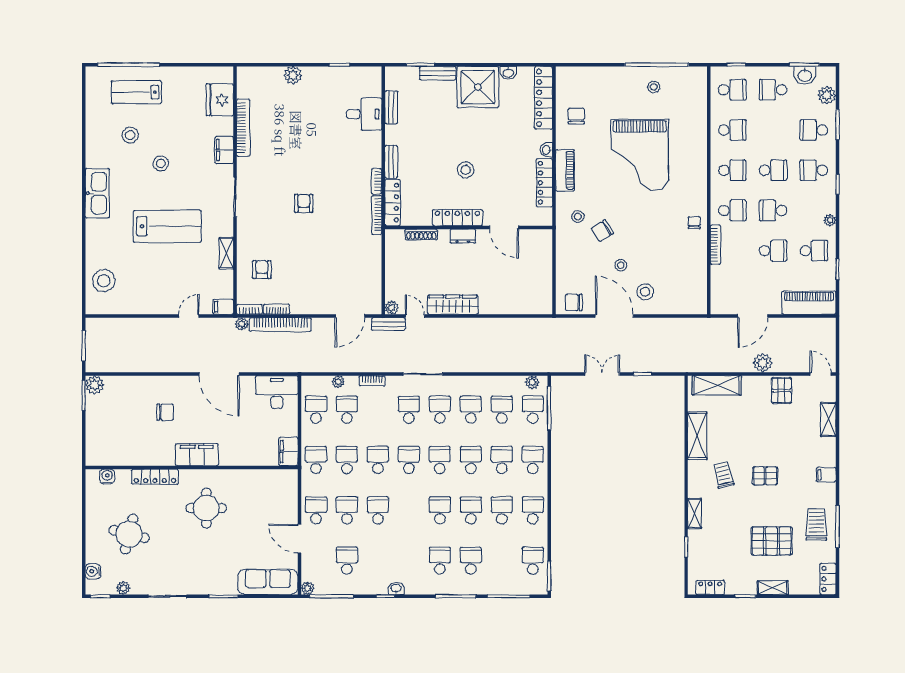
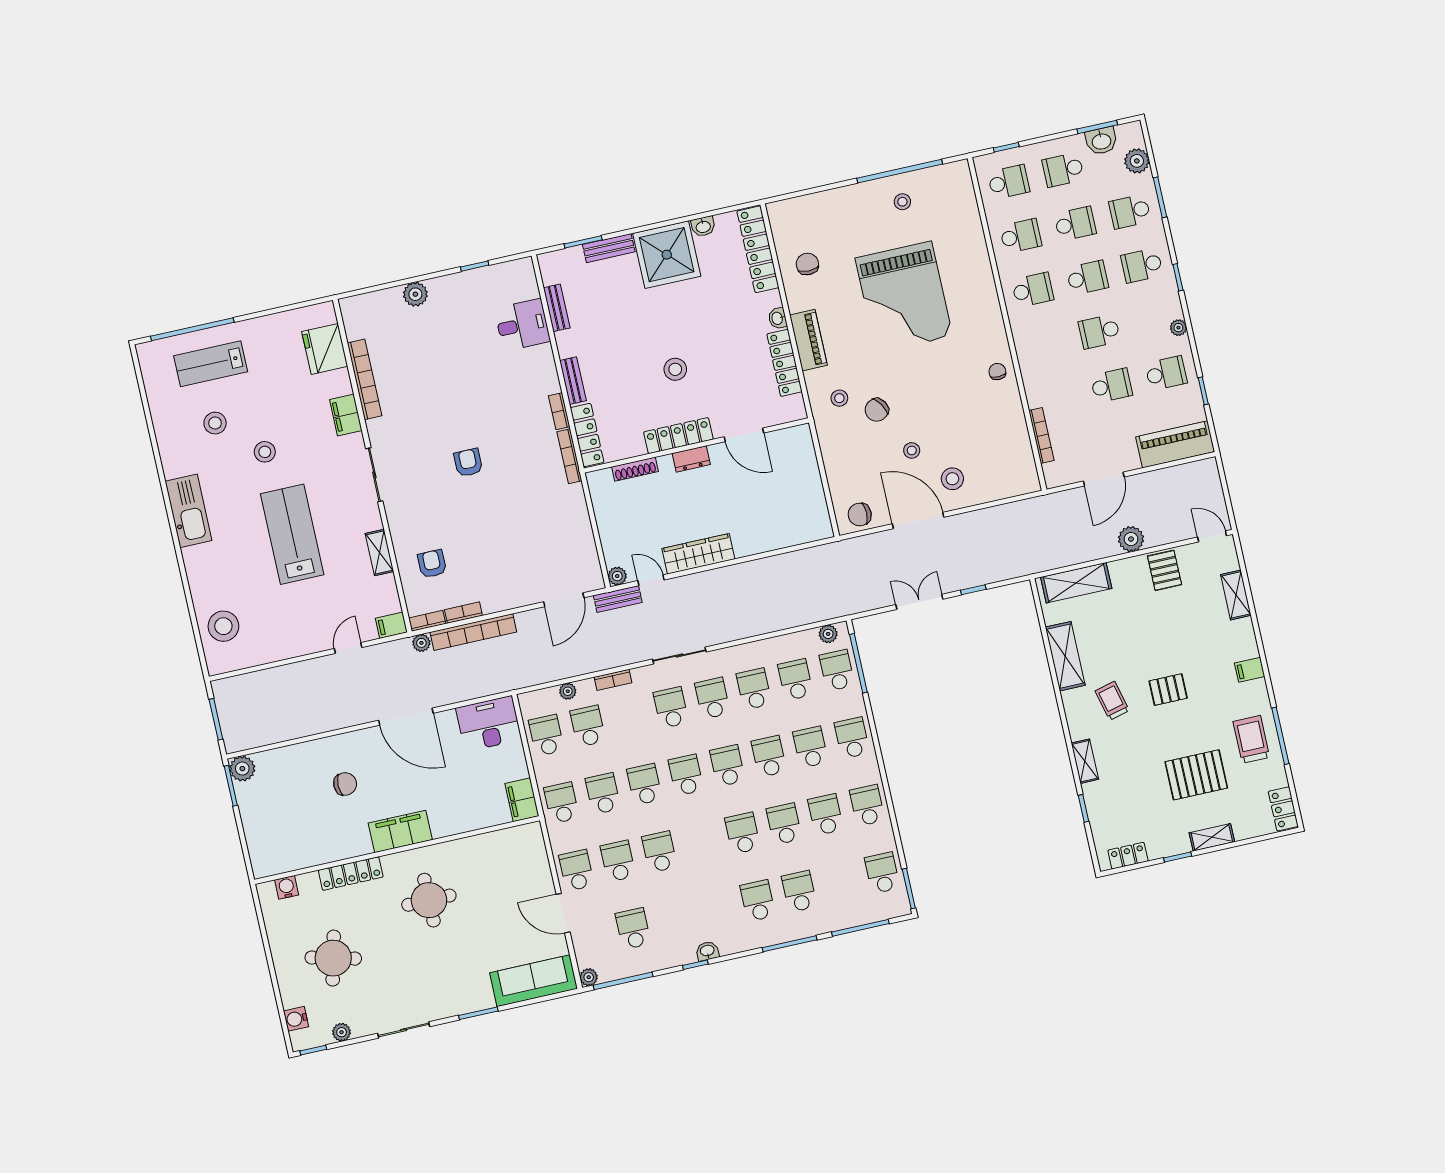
school desk: (732, 210) -> (1075, 224), moved
lab bench: (167, 226) -> (292, 534), turned -90
bookcase: (715, 245) -> (1041, 435), moved

